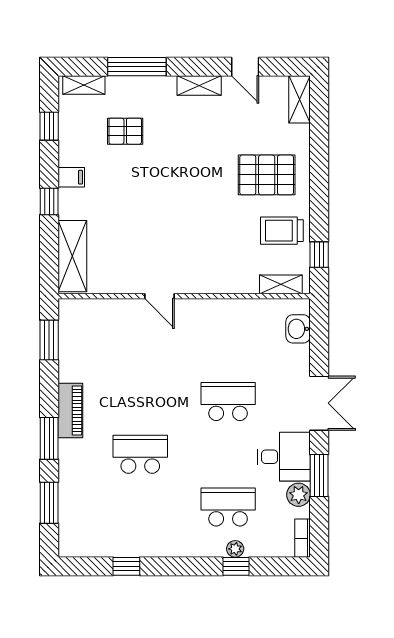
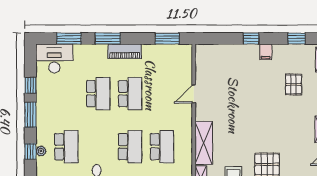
shelving: (72, 256) -> (204, 143), moved, turned 90
door: (159, 296) -> (194, 94), moved
school desk: (228, 349) -> (162, 147), added
school desk: (140, 401) -> (130, 94), added
desk: (82, 527) -> (54, 58), added
window: (175, 566) -> (30, 115), added

